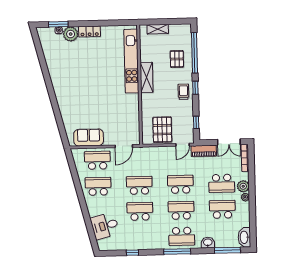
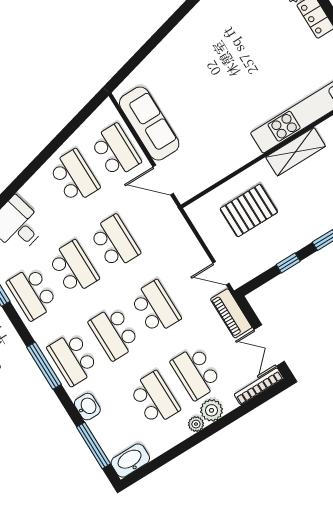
trolley: (183, 92) -> (307, 225), removed
window: (196, 122) -> (288, 263), moved
pallet: (162, 130) -> (249, 210), moved
sofa: (89, 137) -> (149, 124), width x1.36
school desk: (181, 210) -> (114, 333), turned 180
school desk: (141, 237) -> (32, 293), added

